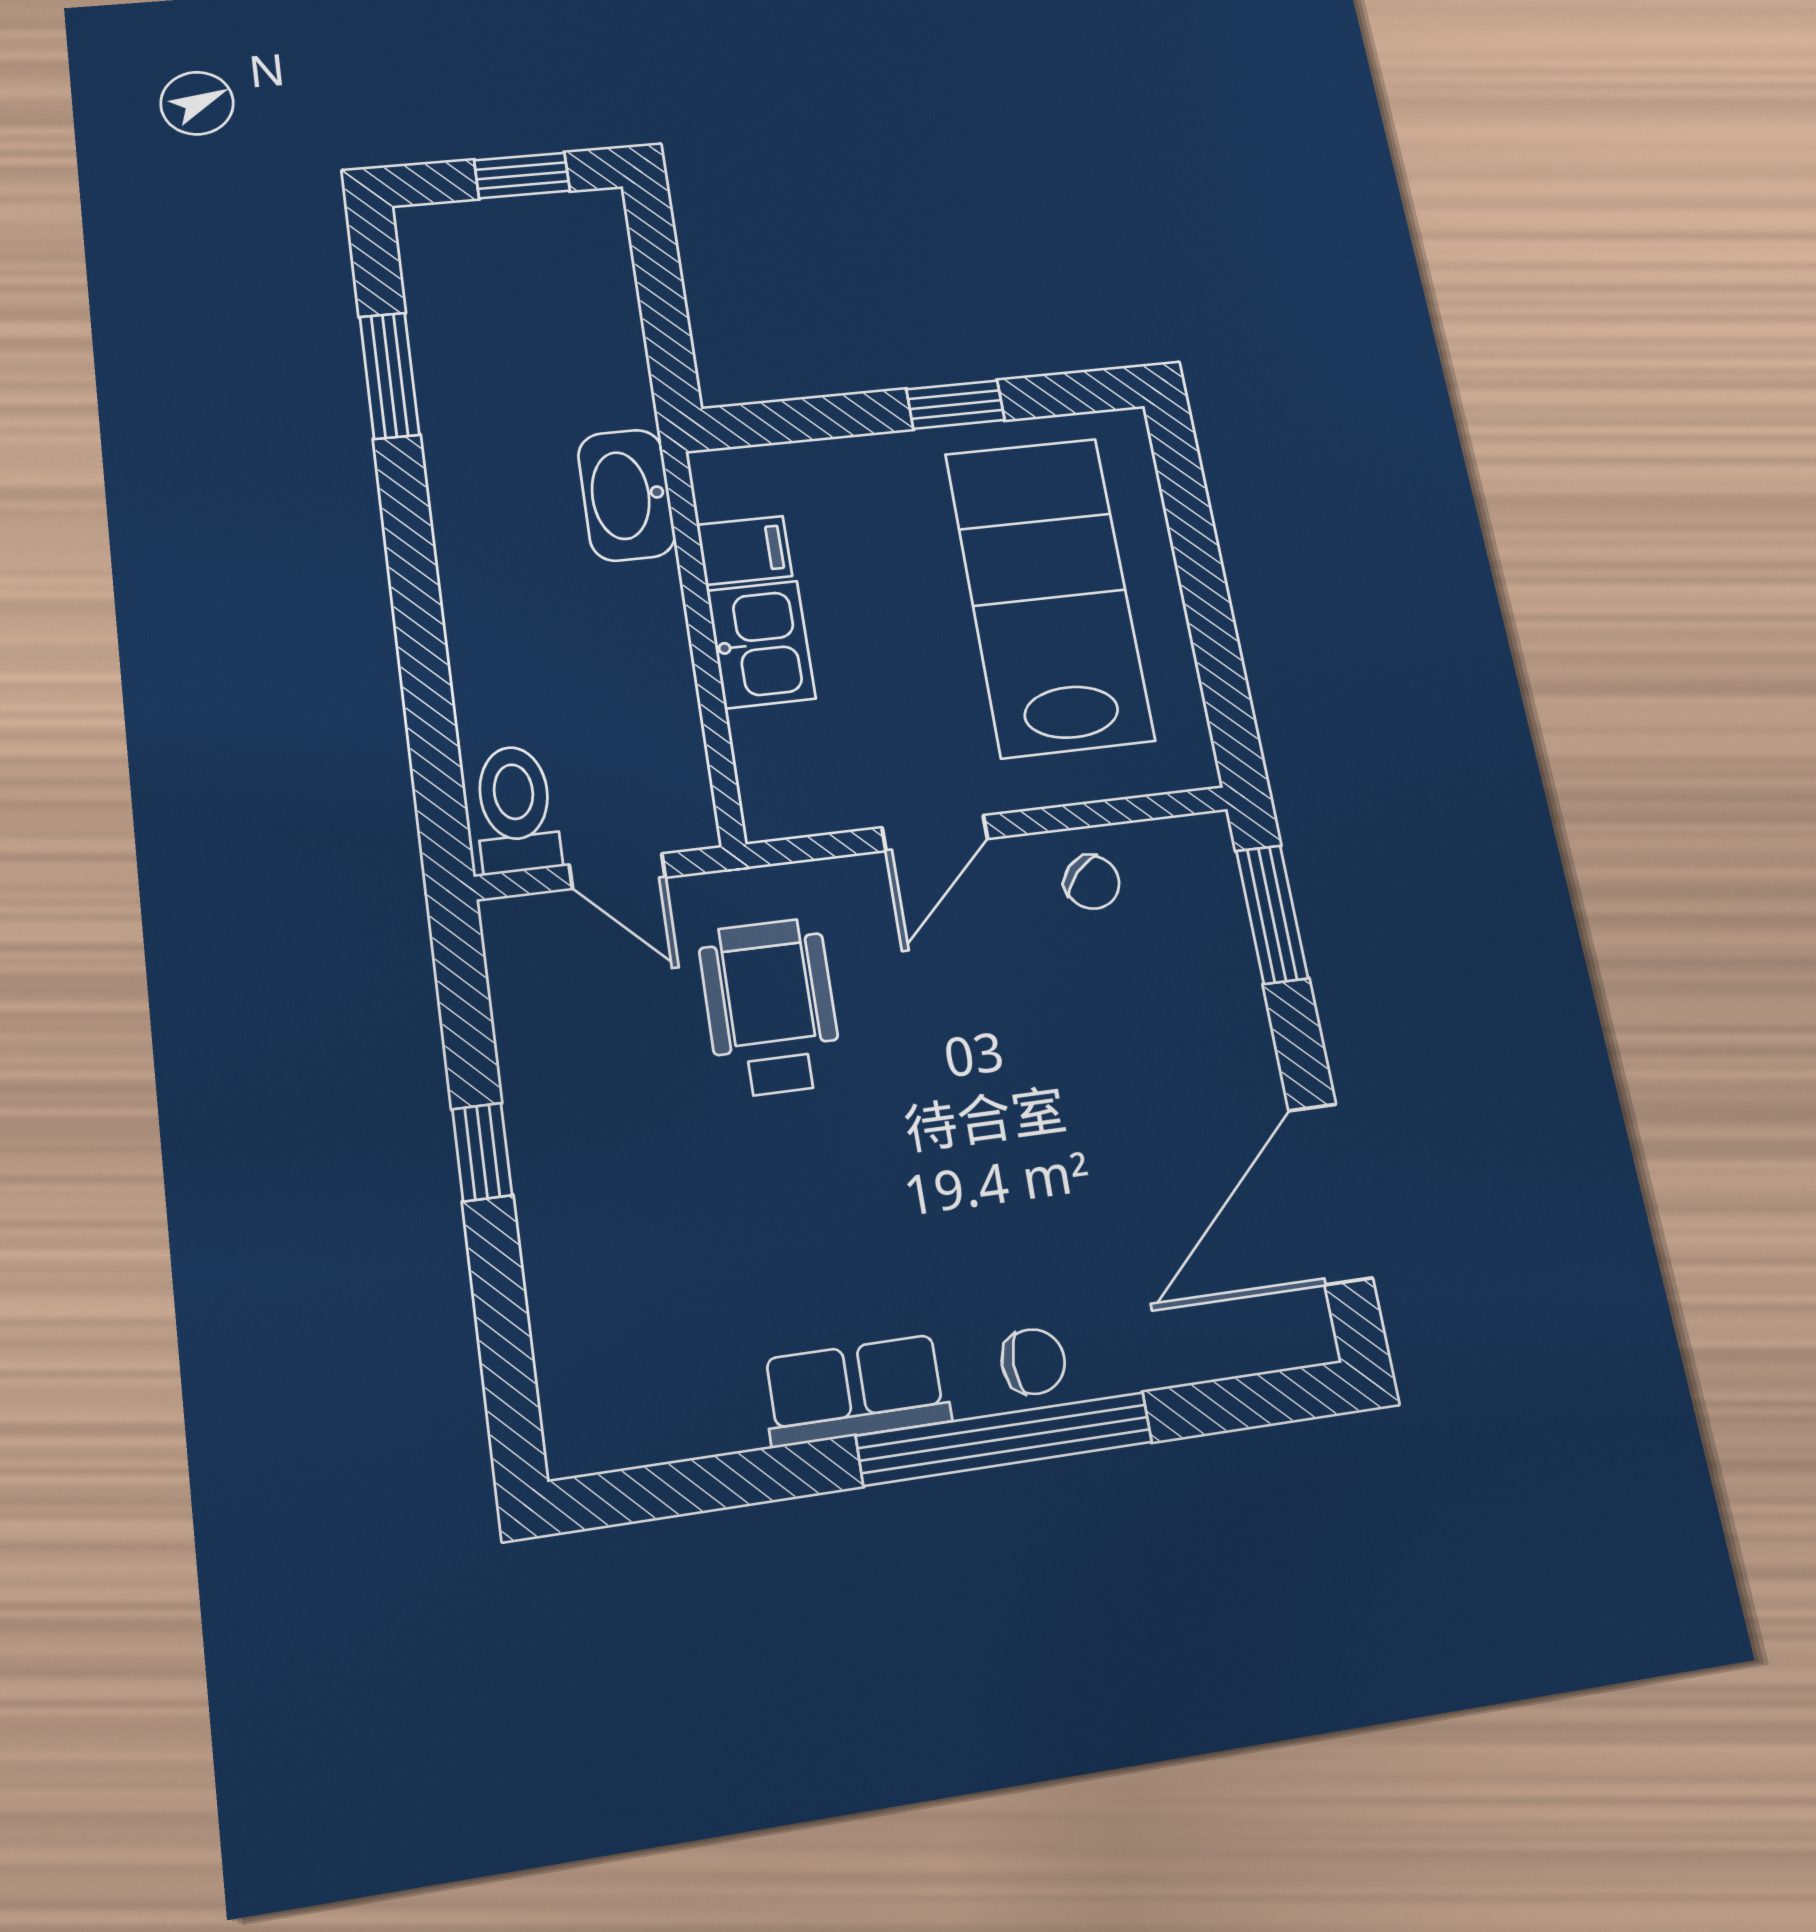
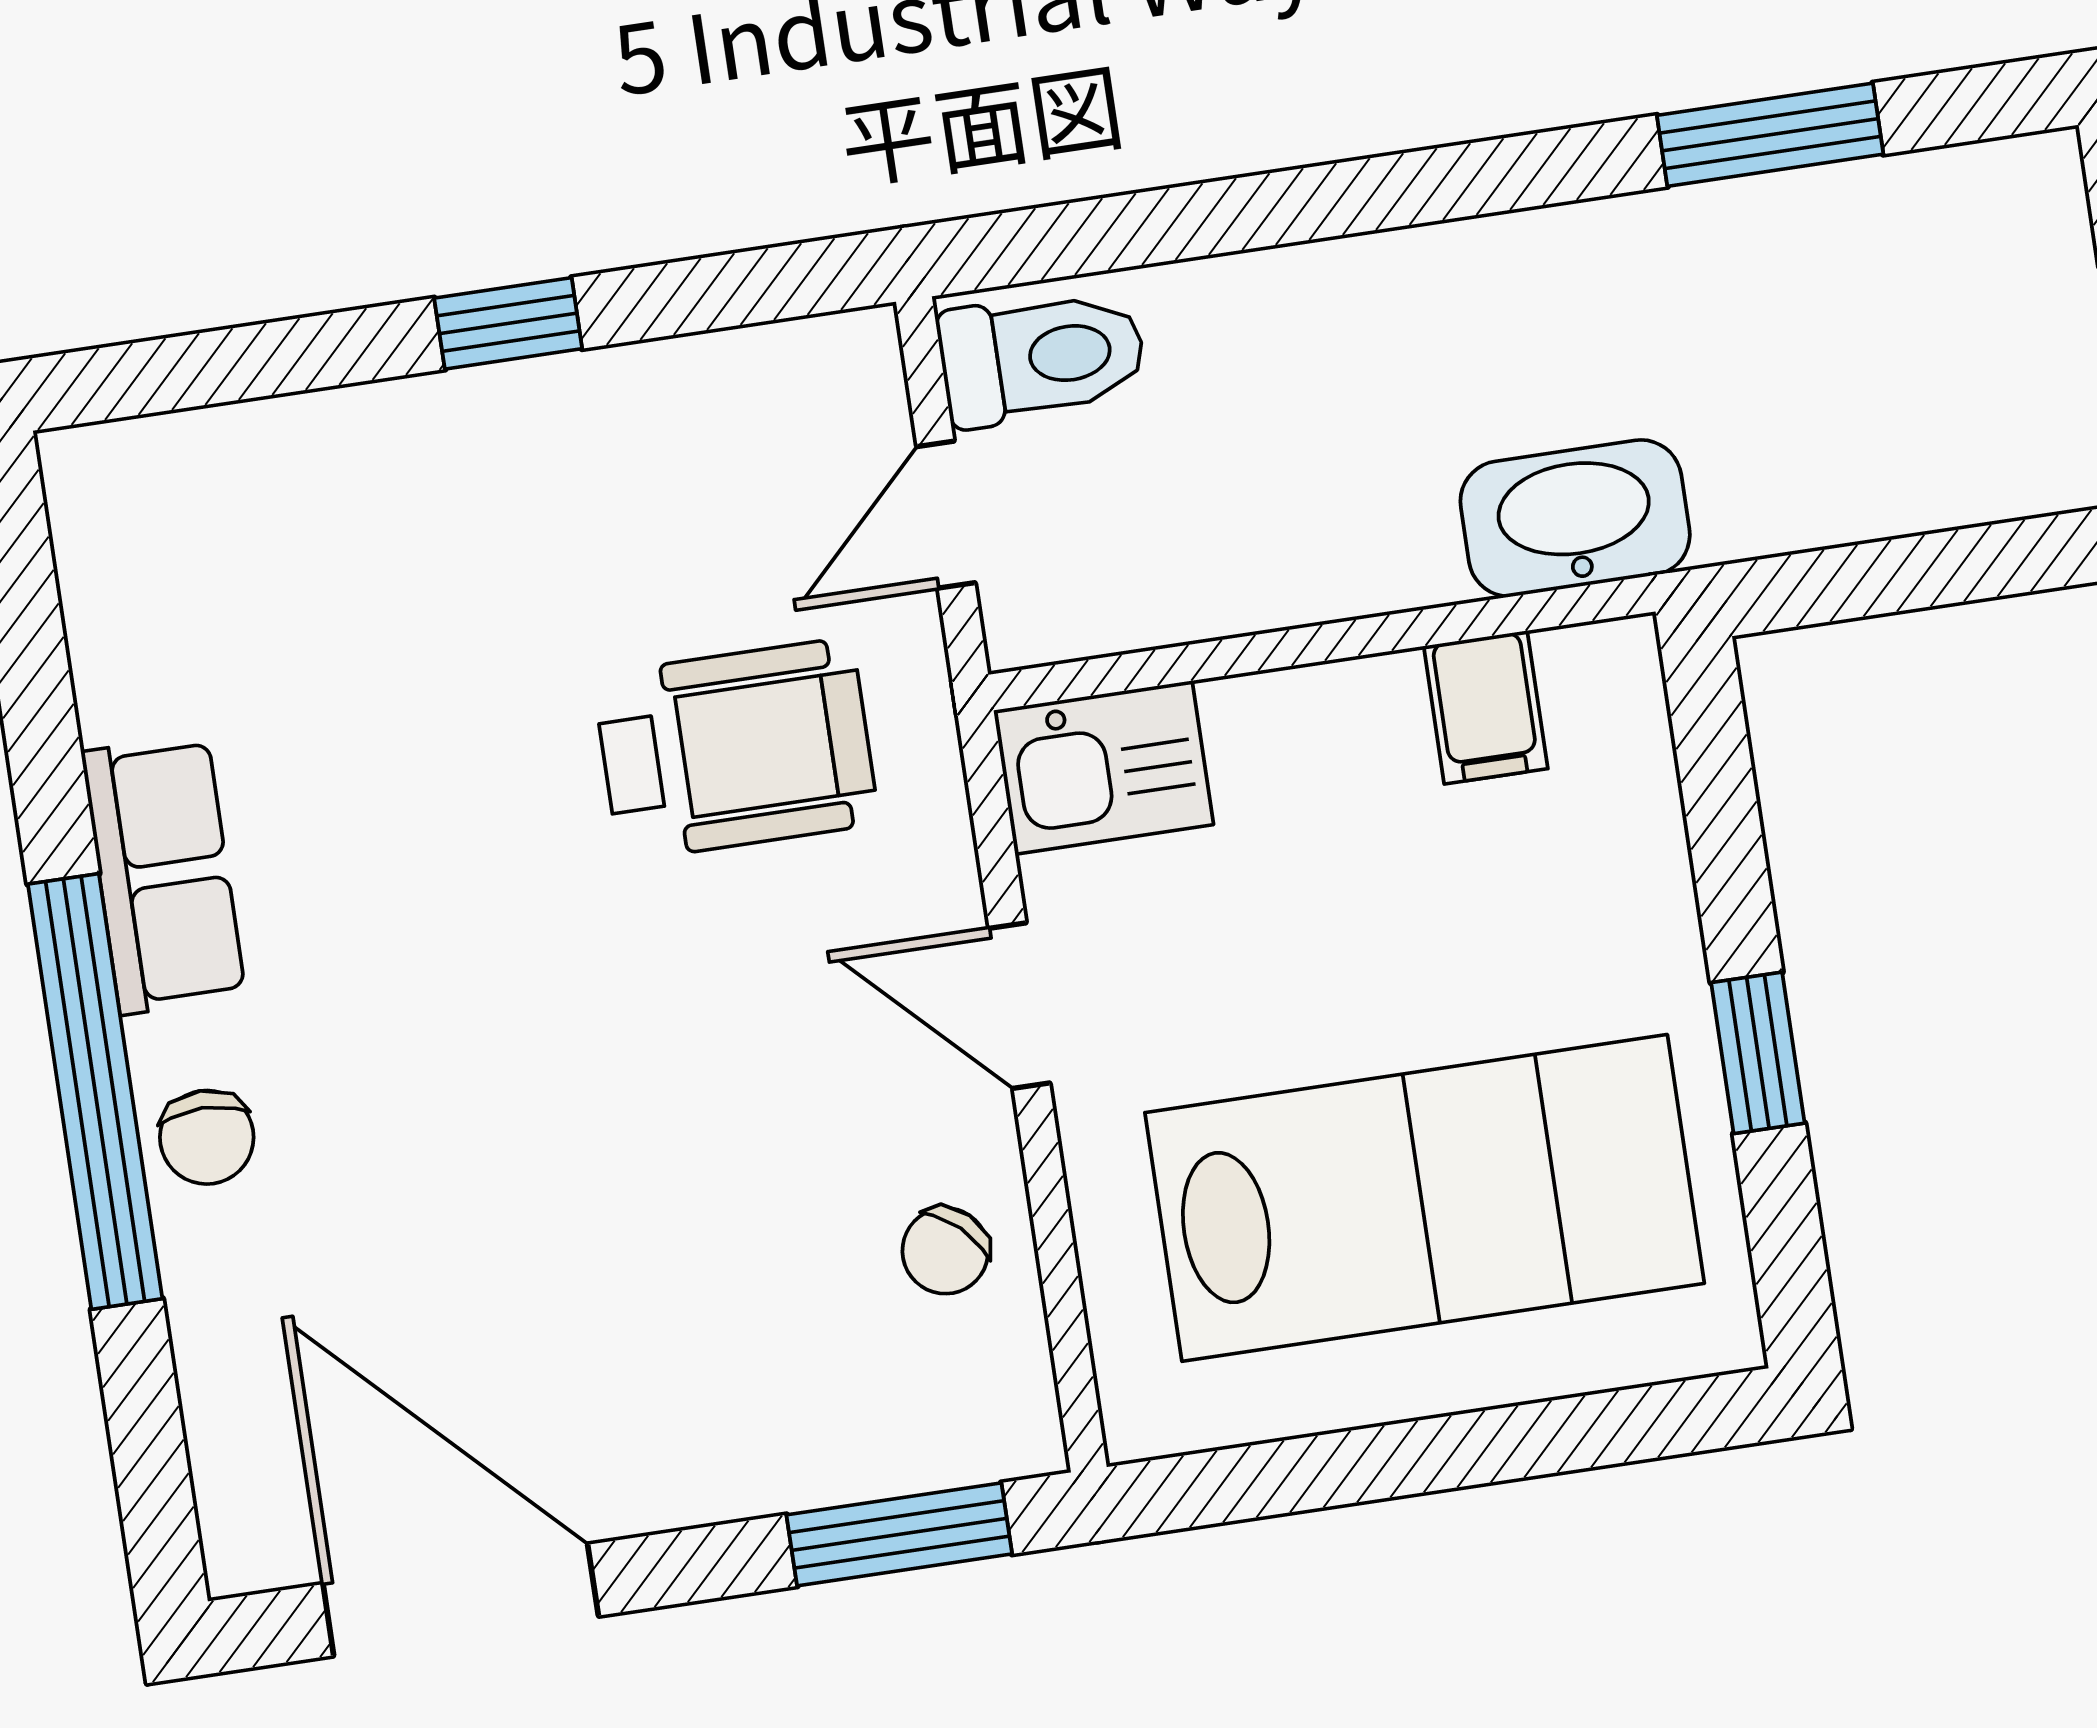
kitchen sink: (761, 644) -> (1103, 767), moved

